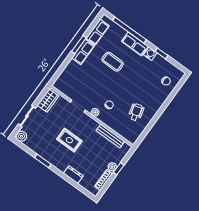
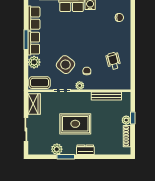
coffee table: (113, 62) -> (40, 83), moved
plant: (72, 67) -> (34, 62), added
side table: (96, 87) -> (66, 65), added
plant: (22, 136) -> (57, 149), moved
rug: (69, 140) -> (75, 124), width x1.36, depth x1.43
dresser: (73, 175) -> (85, 150), moved

